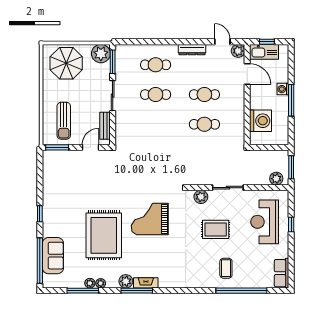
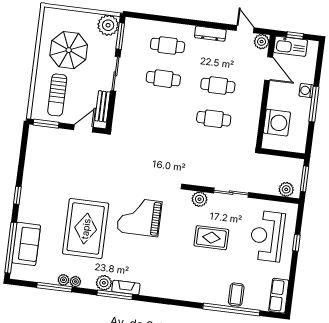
parasol: (66, 63) -> (69, 50), moved
coffee table: (226, 268) -> (236, 295), moved

